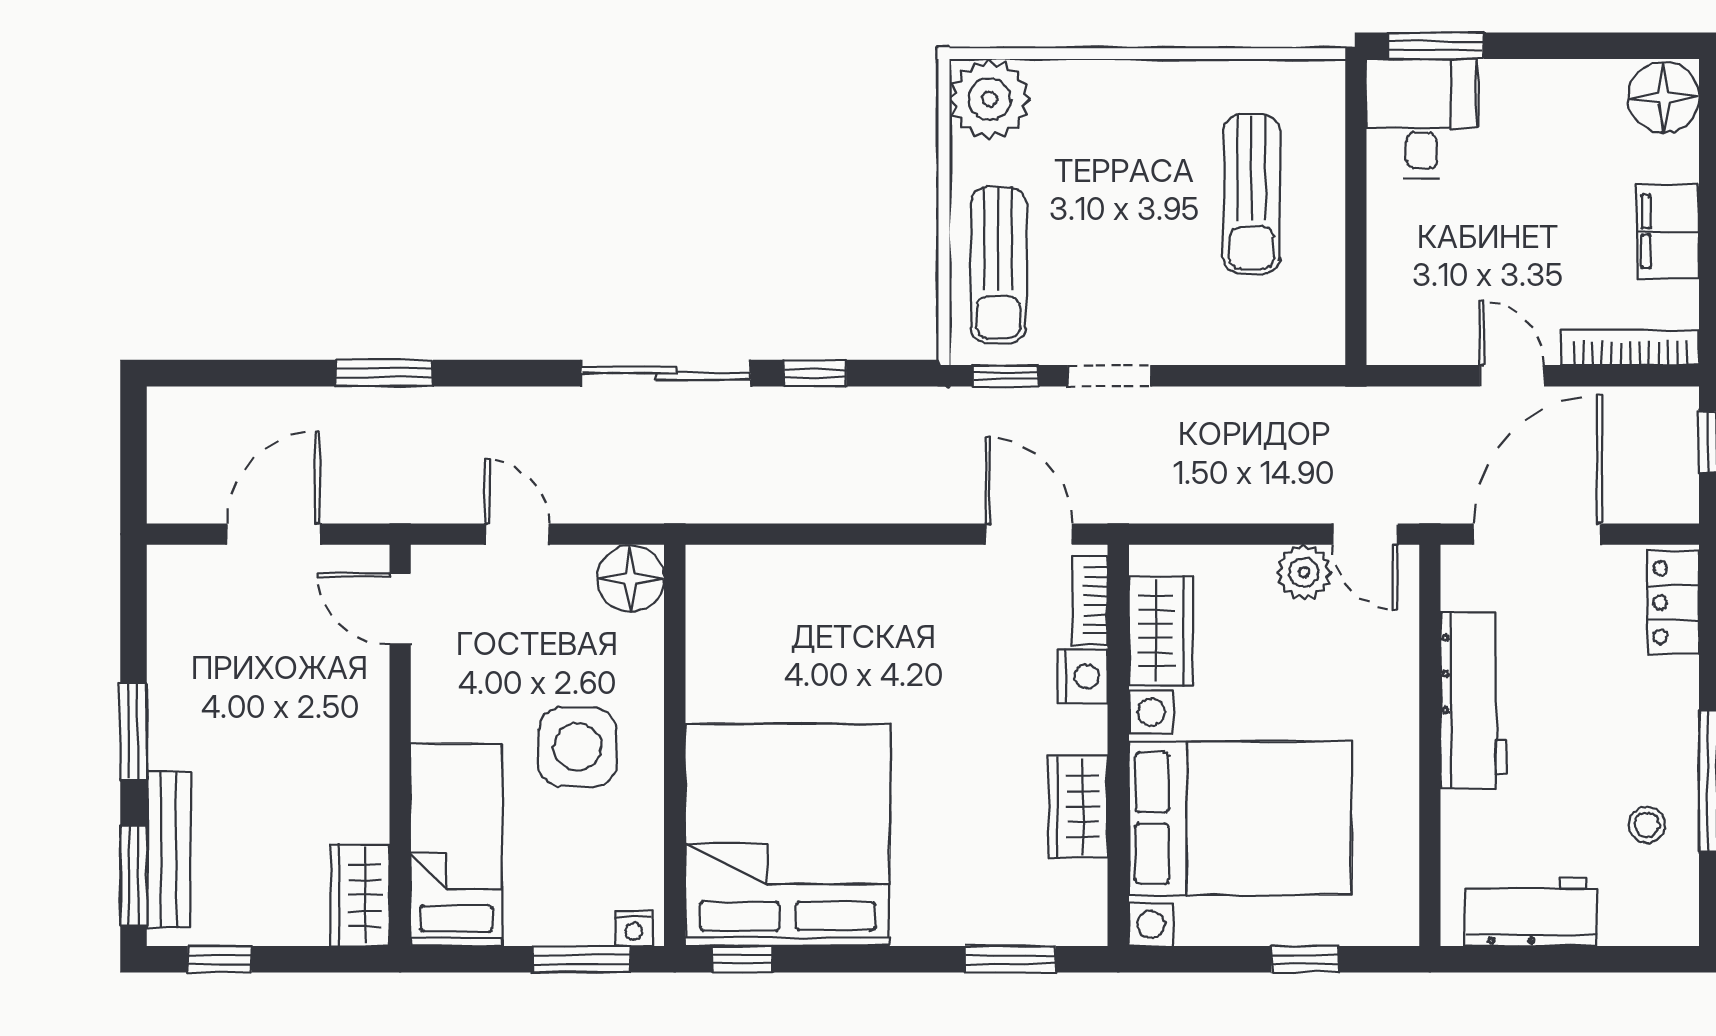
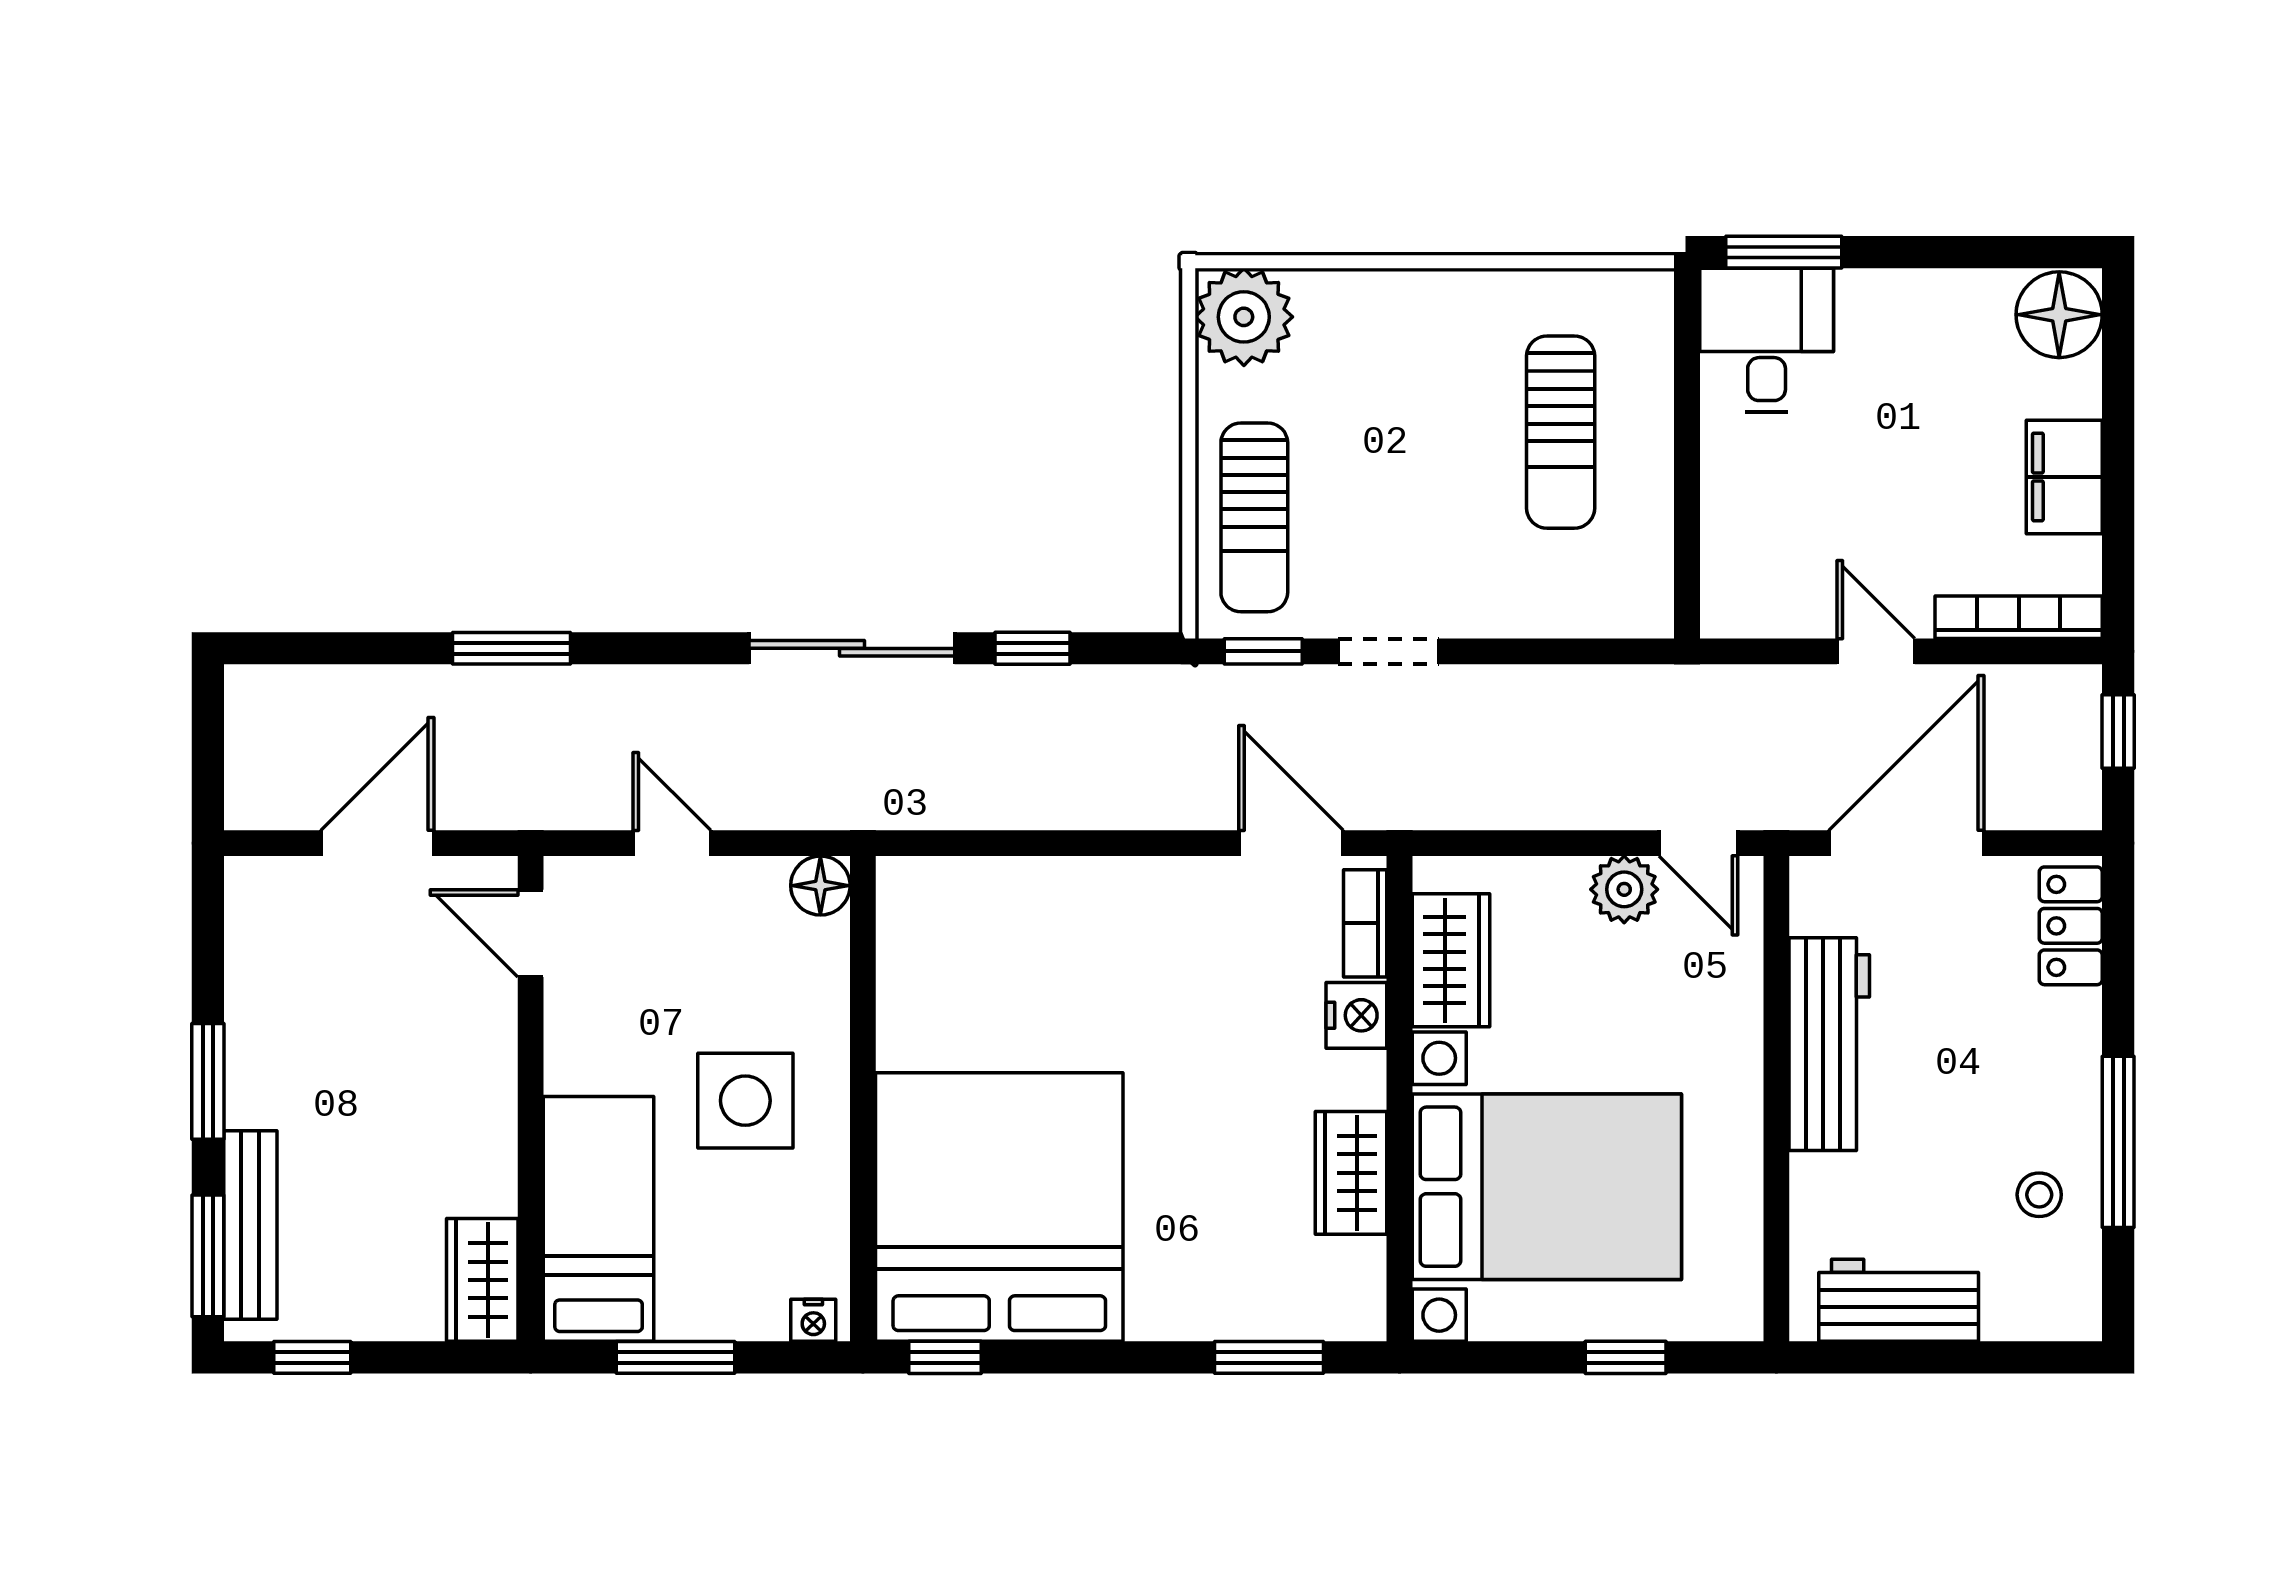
floor lamp: (630, 578) -> (820, 886), width x0.73, depth x0.73
window: (582, 959) -> (676, 1357), moved

